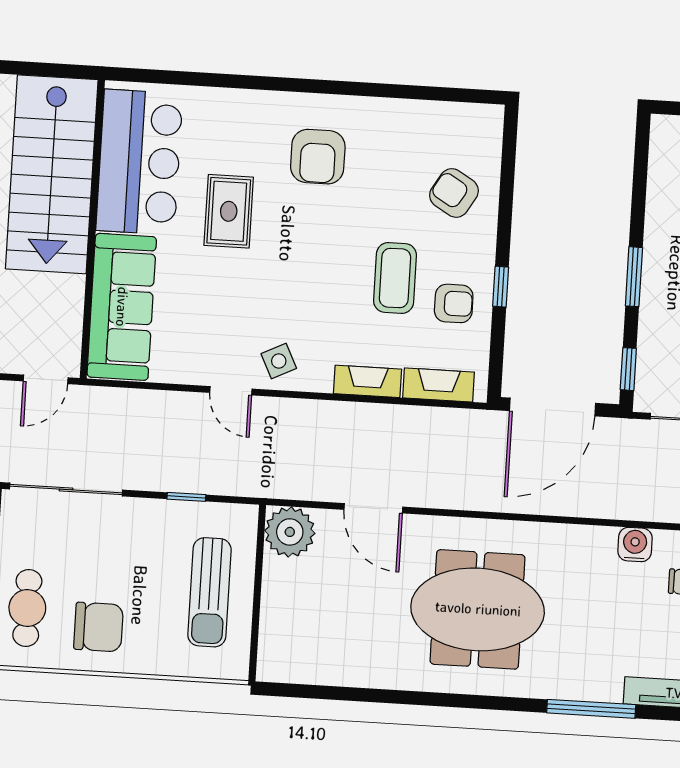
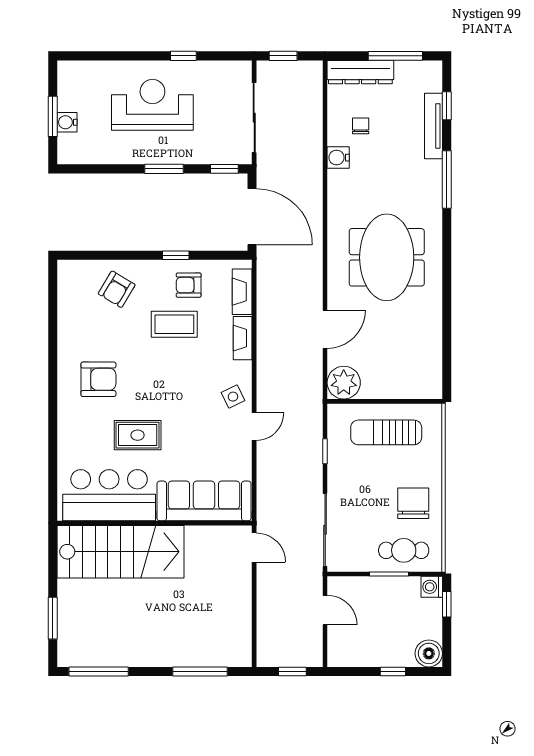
armchair: (454, 303) -> (189, 285), turned -90
sun lounger: (209, 592) -> (386, 432), turned 180

